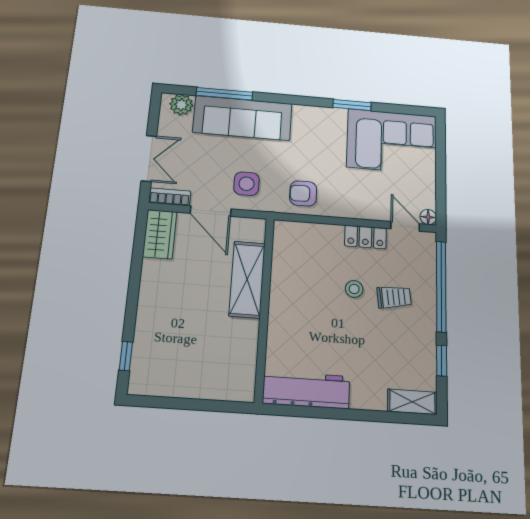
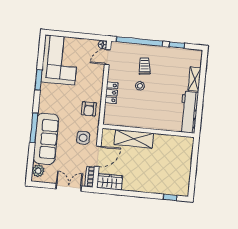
window: (224, 94) -> (34, 128), moved
locker: (365, 237) -> (111, 93), moved
shelving: (412, 402) -> (194, 79), moved

